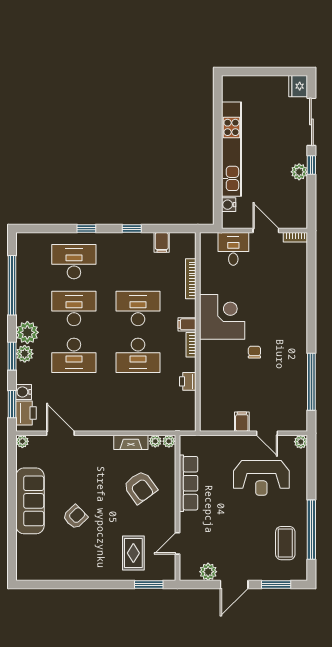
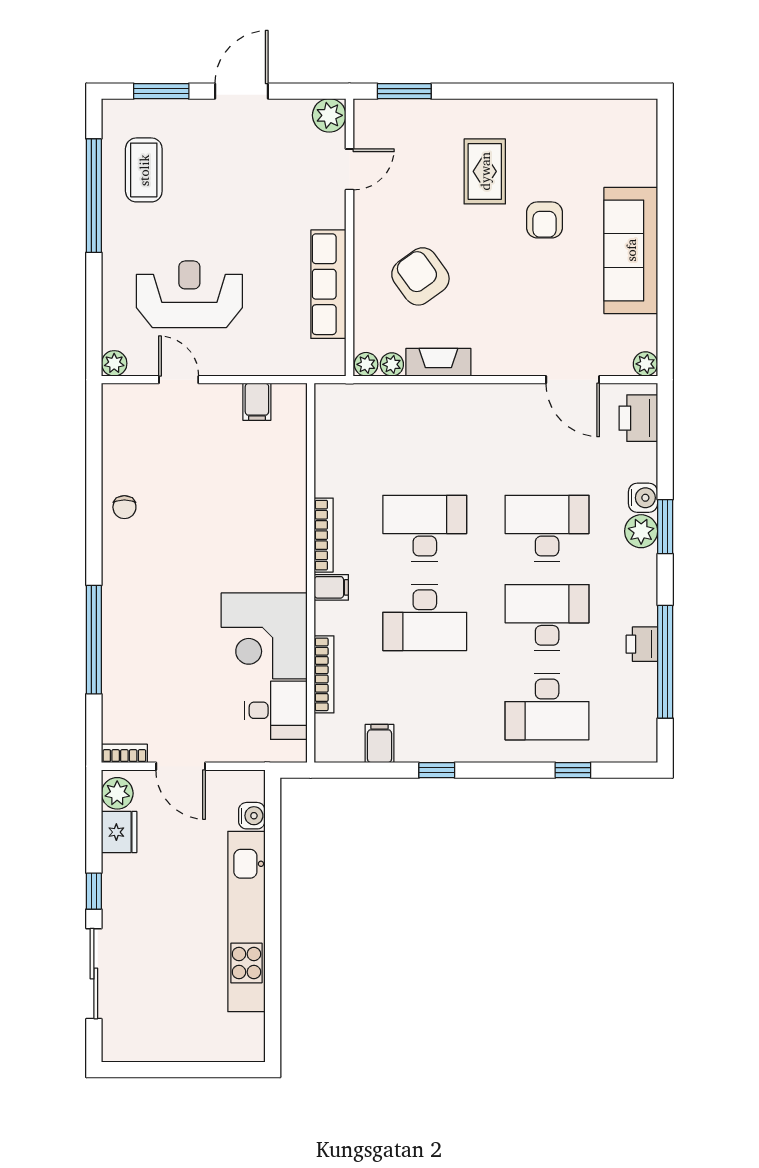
fridge: (298, 86) -> (119, 832), moved
plant: (299, 172) -> (117, 793), moved
window: (86, 229) -> (573, 770), moved
desk: (233, 249) -> (276, 710), moved, turned -90
desk: (74, 308) -> (547, 618), turned 180
corner desk: (222, 317) -> (264, 636), moved
plant: (27, 332) -> (636, 572), removed
bookcase: (191, 345) -> (324, 535), width x1.56
chair: (254, 352) -> (124, 507), moved
printer: (188, 381) -> (642, 644), moved, turned 180
window: (311, 382) -> (94, 640), moved
water cooler: (24, 392) -> (643, 498), moved
window: (12, 404) -> (665, 435), removed
filing cabinet: (242, 422) -> (257, 402), moved
armchair: (75, 517) -> (544, 220), turned -46
rug: (133, 553) -> (485, 171), moved
plant: (208, 572) -> (329, 115), moved

